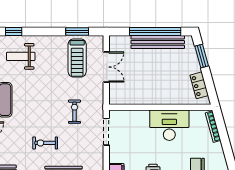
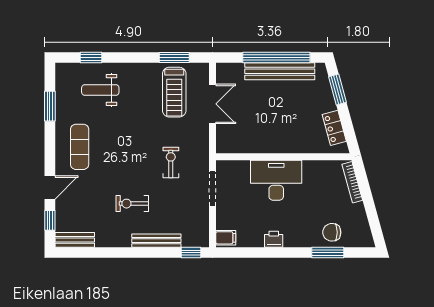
desk: (169, 125) -> (276, 180), moved

